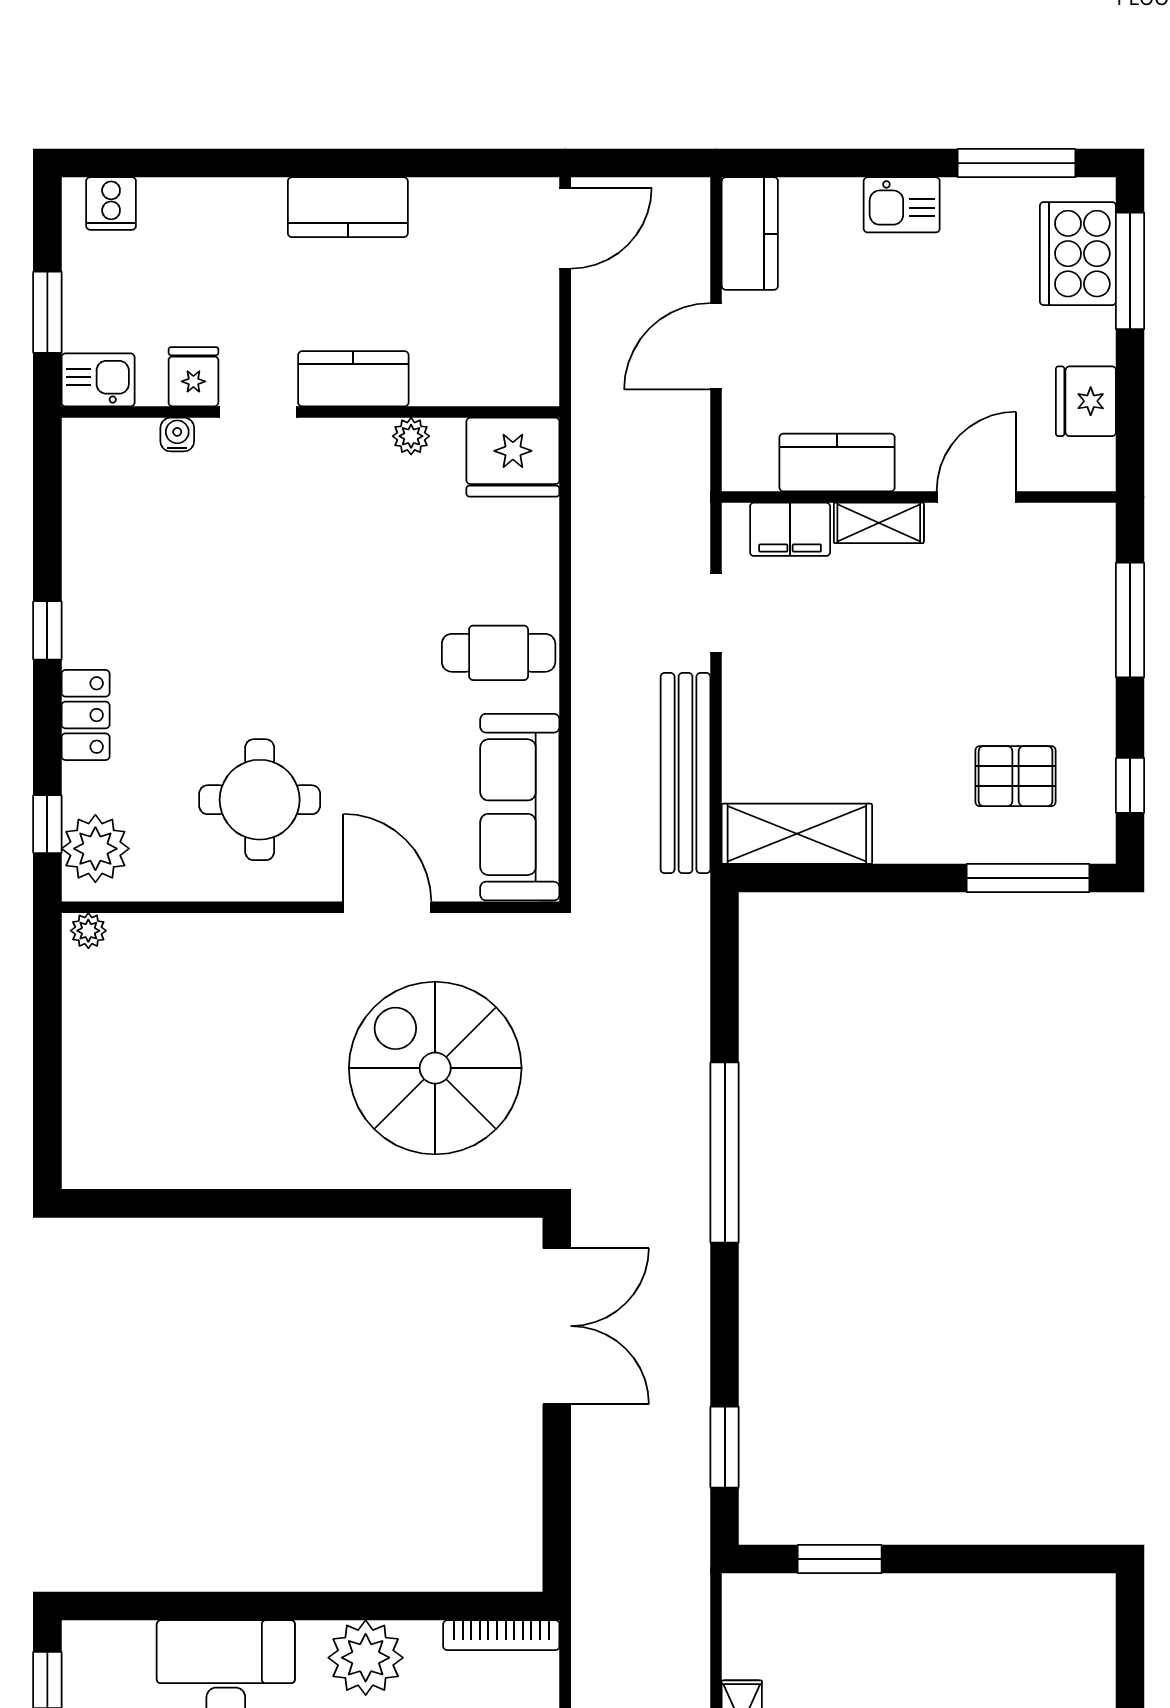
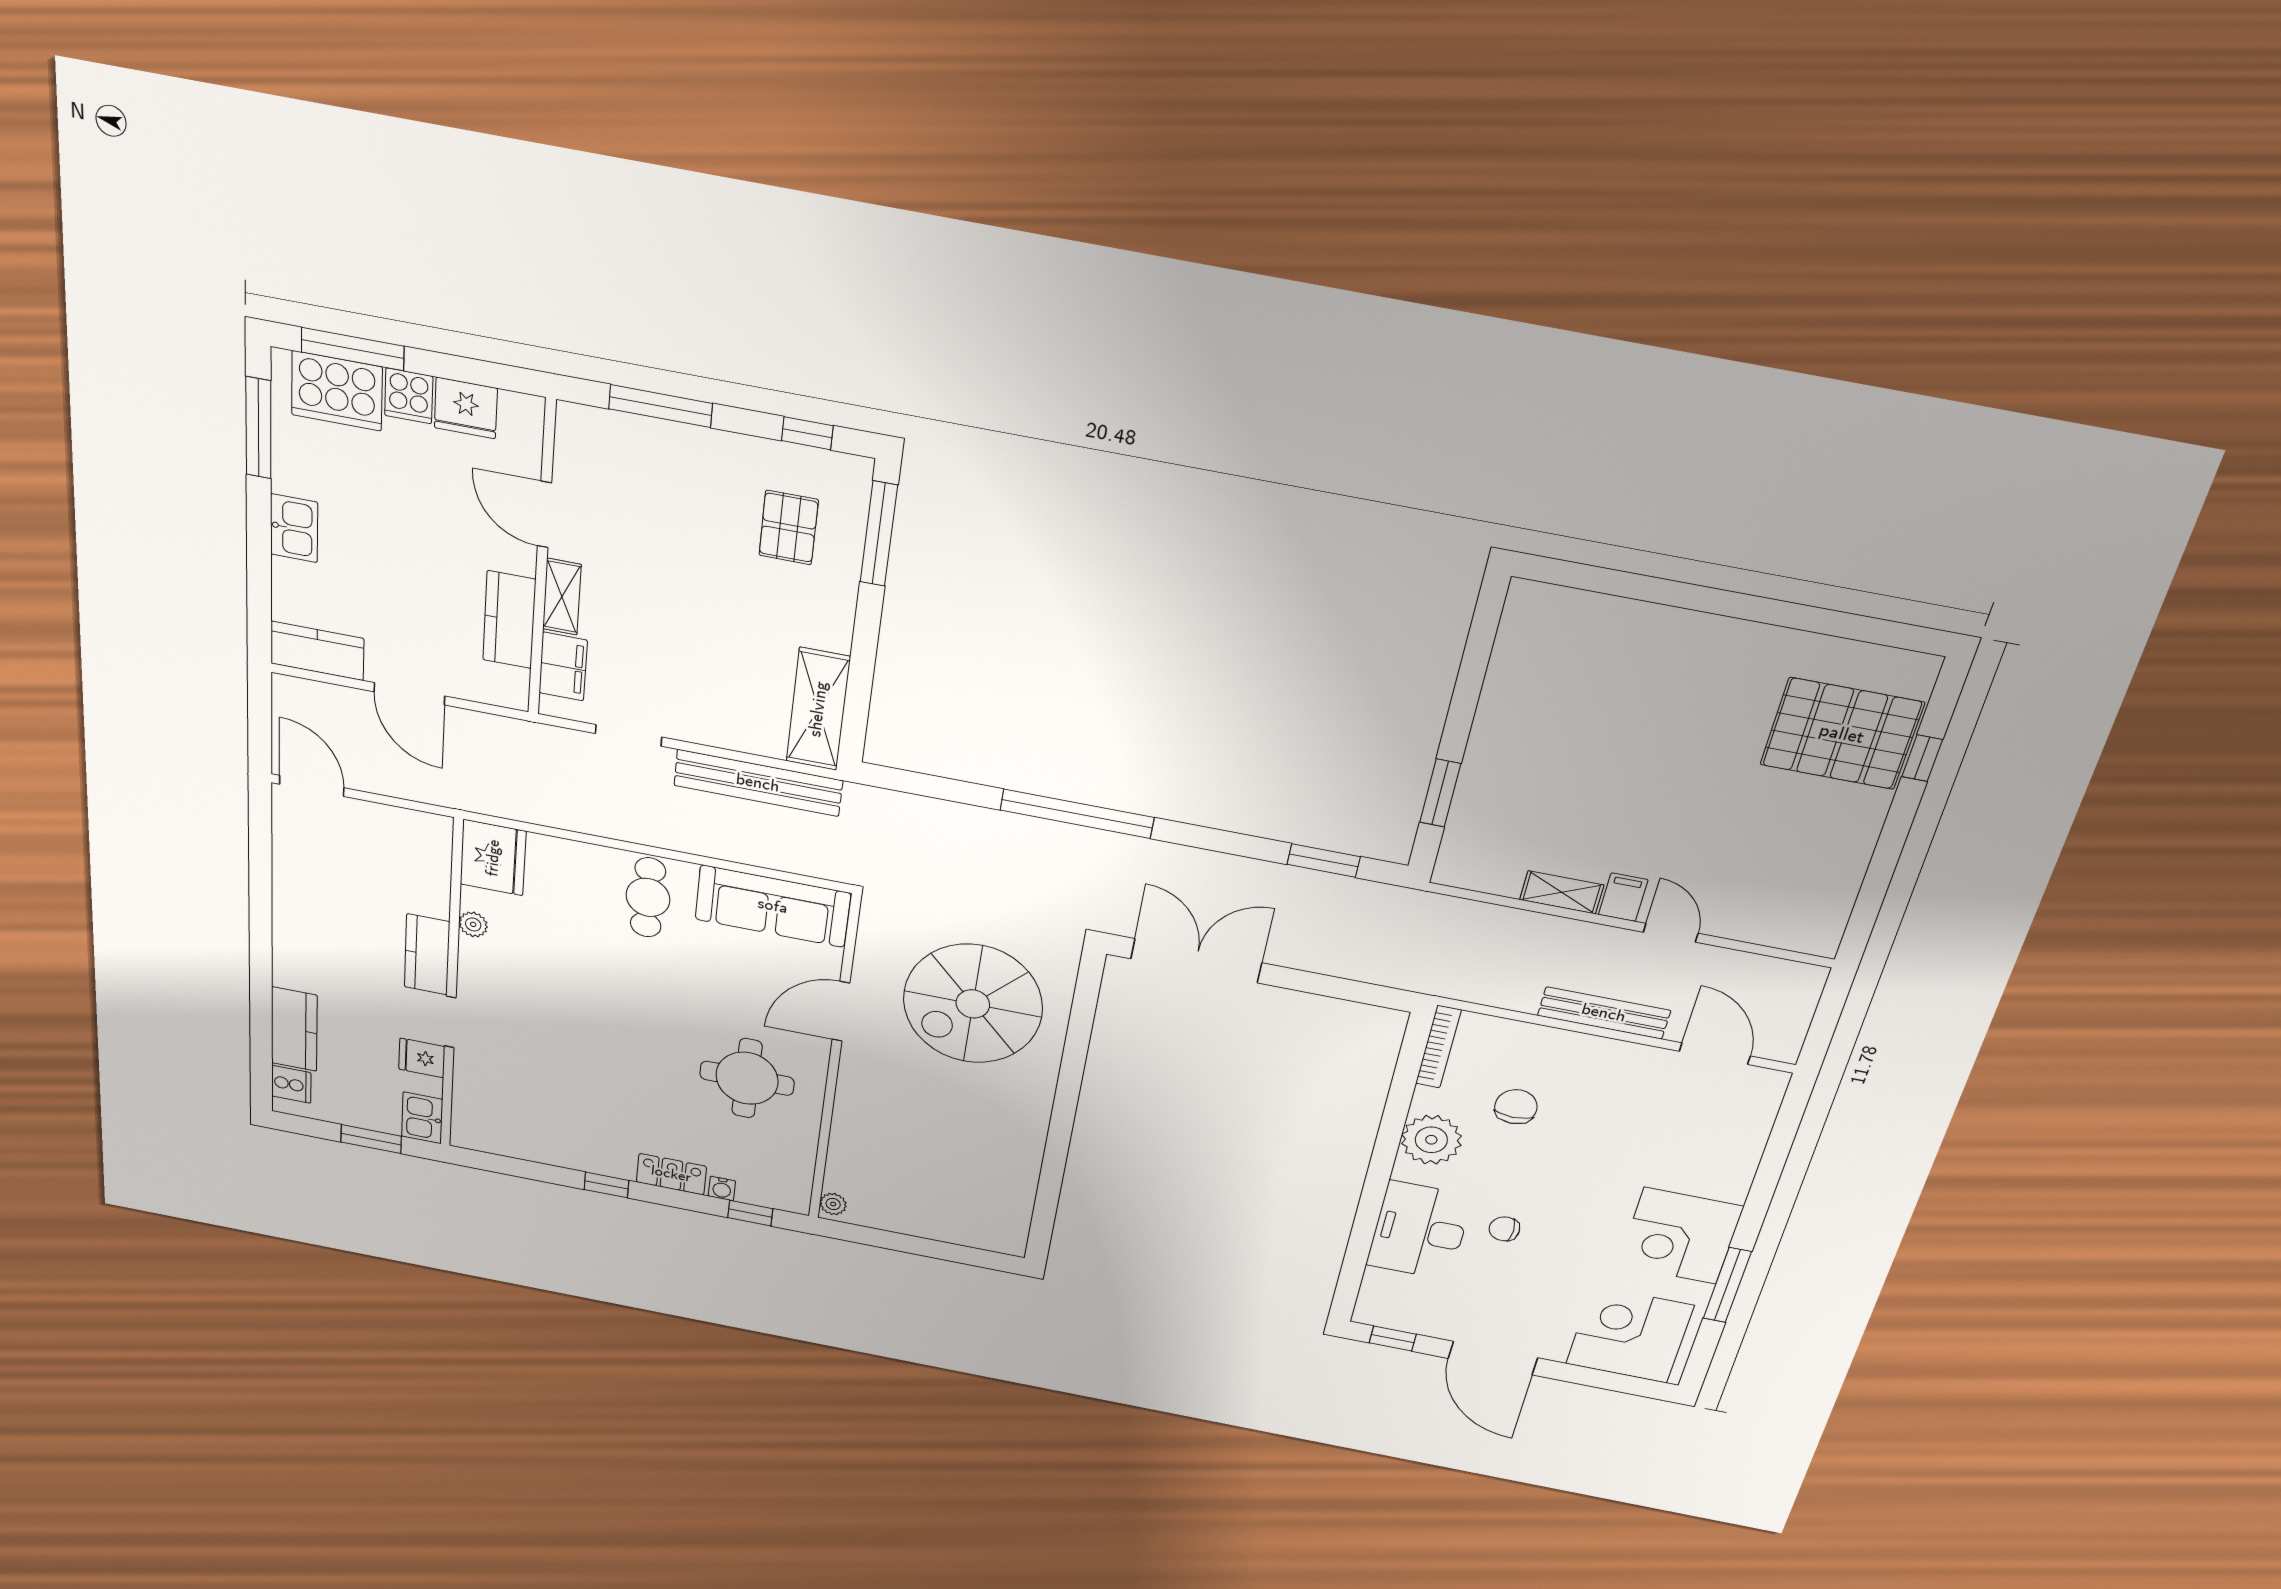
kitchen counter: (348, 207) -> (294, 1029), moved
cooker: (1088, 336) -> (409, 396), added
water cooler: (177, 435) -> (722, 1189), moved, turned -90
plant: (95, 849) -> (772, 1188), removed

